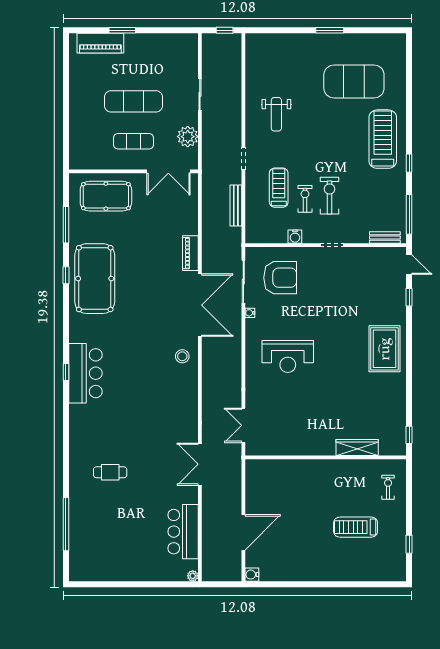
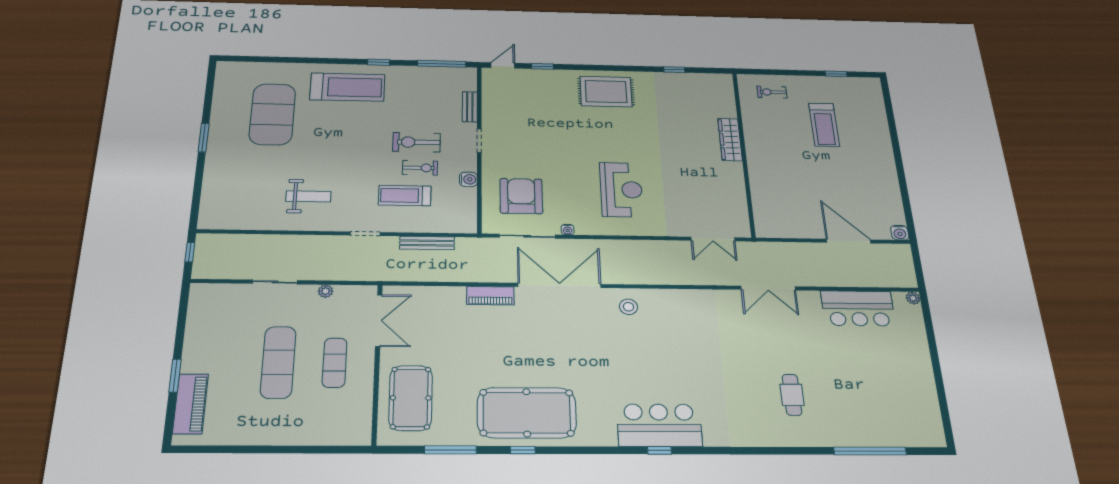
plant: (188, 137) -> (325, 291), width x0.53, depth x0.53
treadmill: (383, 139) -> (347, 87), turned 180
exercise bike: (305, 199) -> (420, 168), turned 180
bench: (385, 238) -> (470, 107), moved
window: (409, 435) -> (674, 70), moved
wardrobe: (357, 448) -> (730, 140), moved

